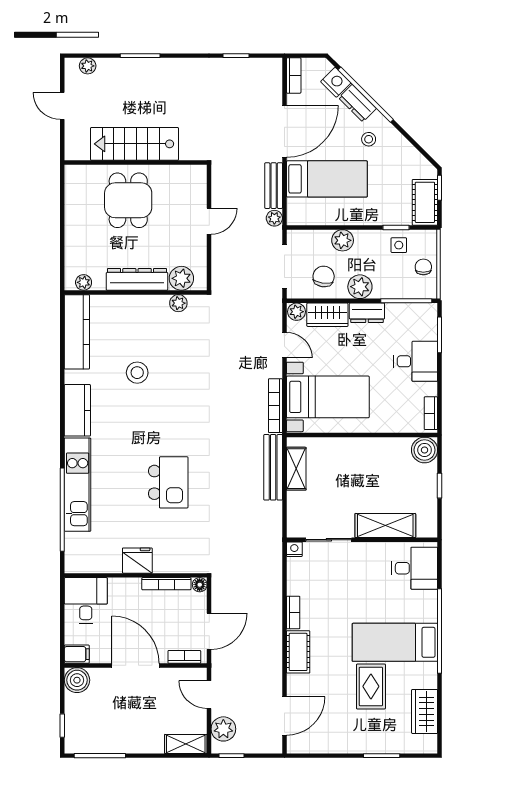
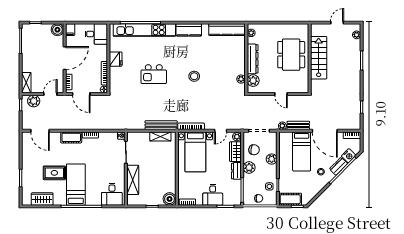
dining table: (128, 200) -> (291, 55), width x1.38
stool: (137, 373) -> (194, 76), moved
kitchen unit: (78, 485) -> (144, 30), width x1.36

